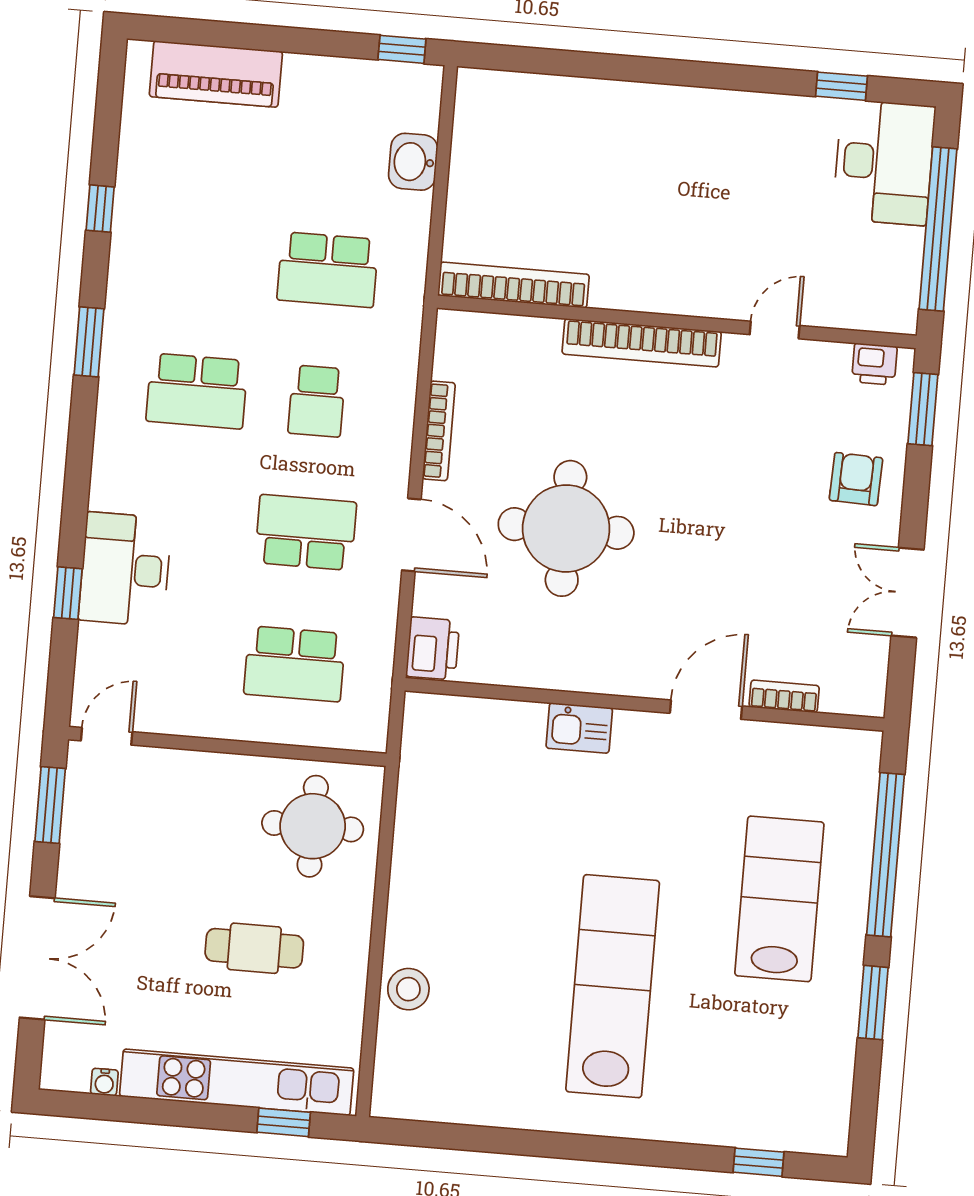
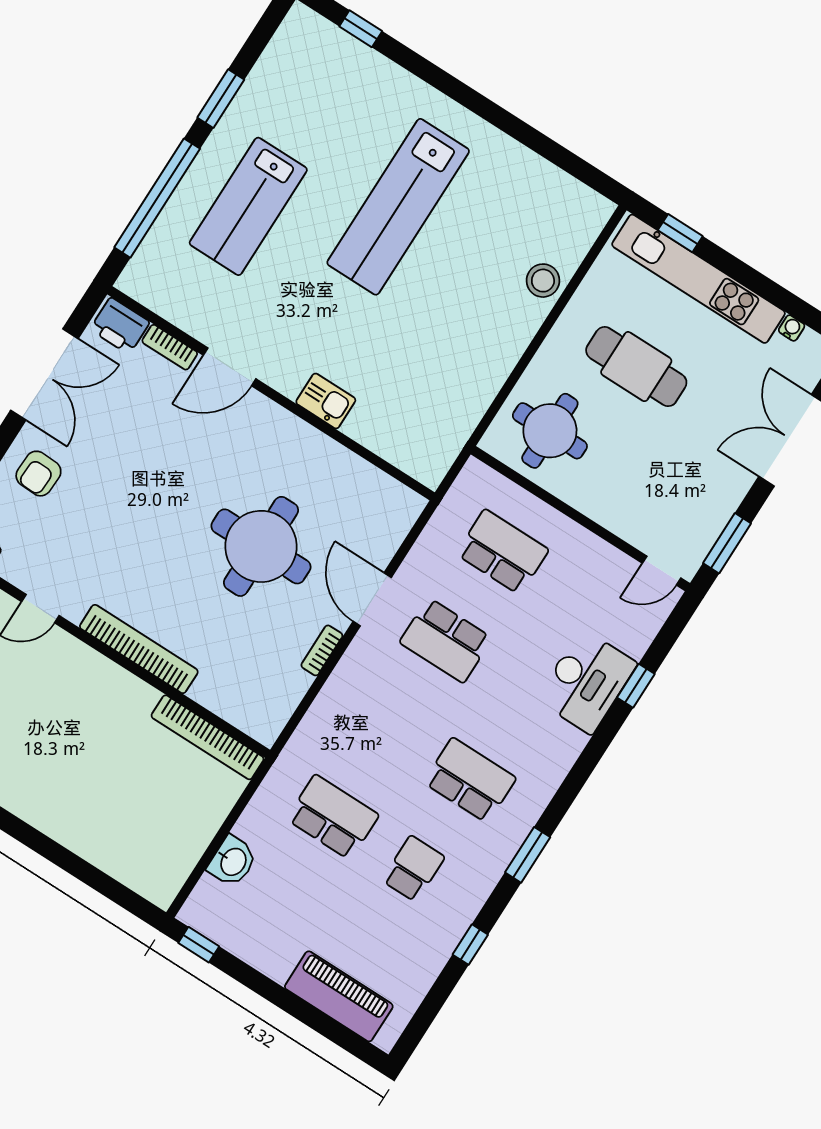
school desk: (317, 401) -> (413, 869), moved
bookcase: (439, 431) -> (322, 650), width x0.64
double door: (907, 593) -> (44, 374), width x1.37
printer: (433, 648) -> (120, 326), moved, turned -90
cafe table: (254, 948) -> (636, 367), width x1.37, depth x1.35

